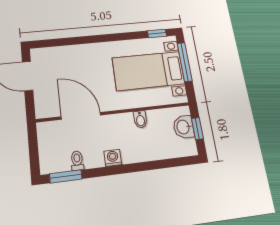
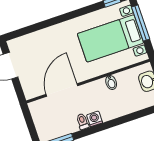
door: (81, 116) -> (62, 90), hinge flipped
toilet: (77, 161) -> (83, 121), moved

